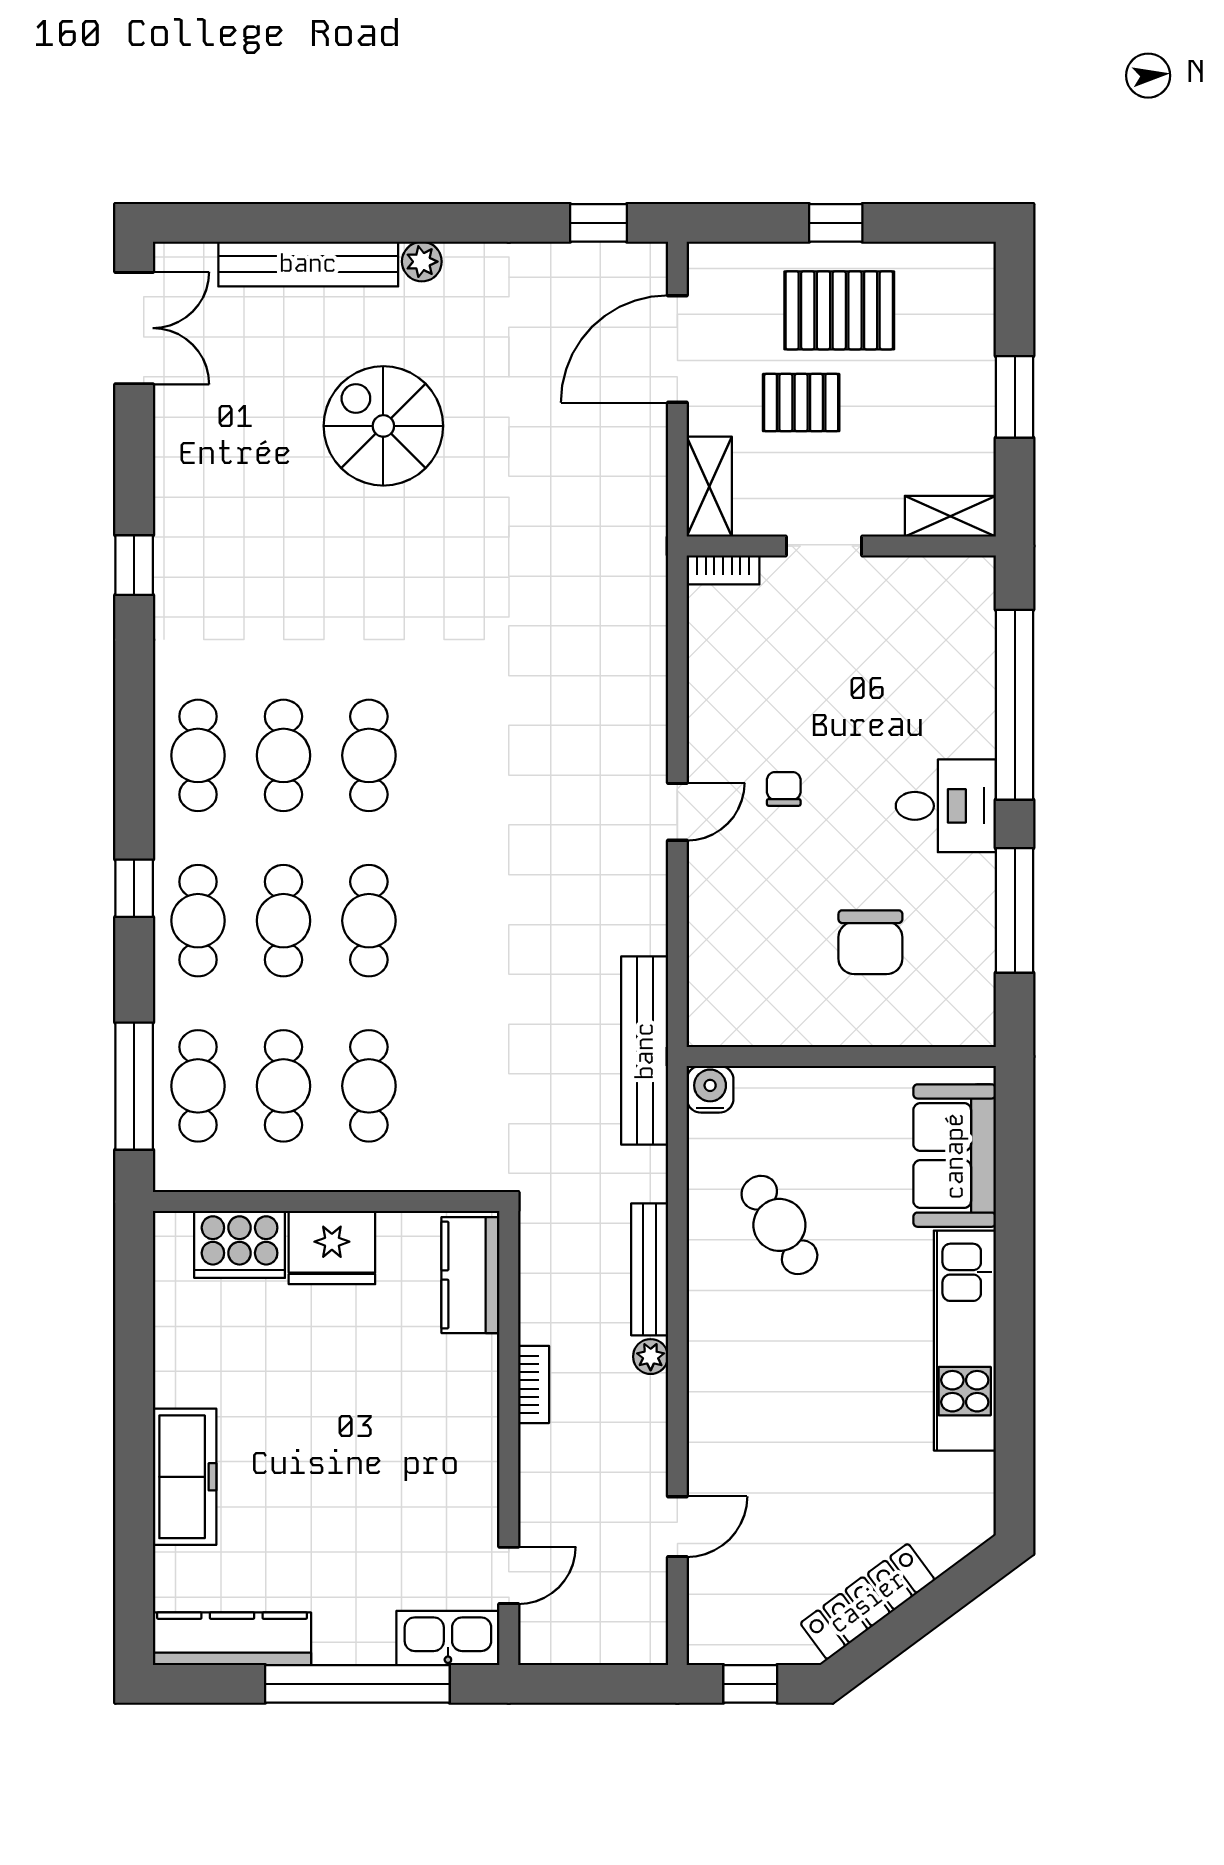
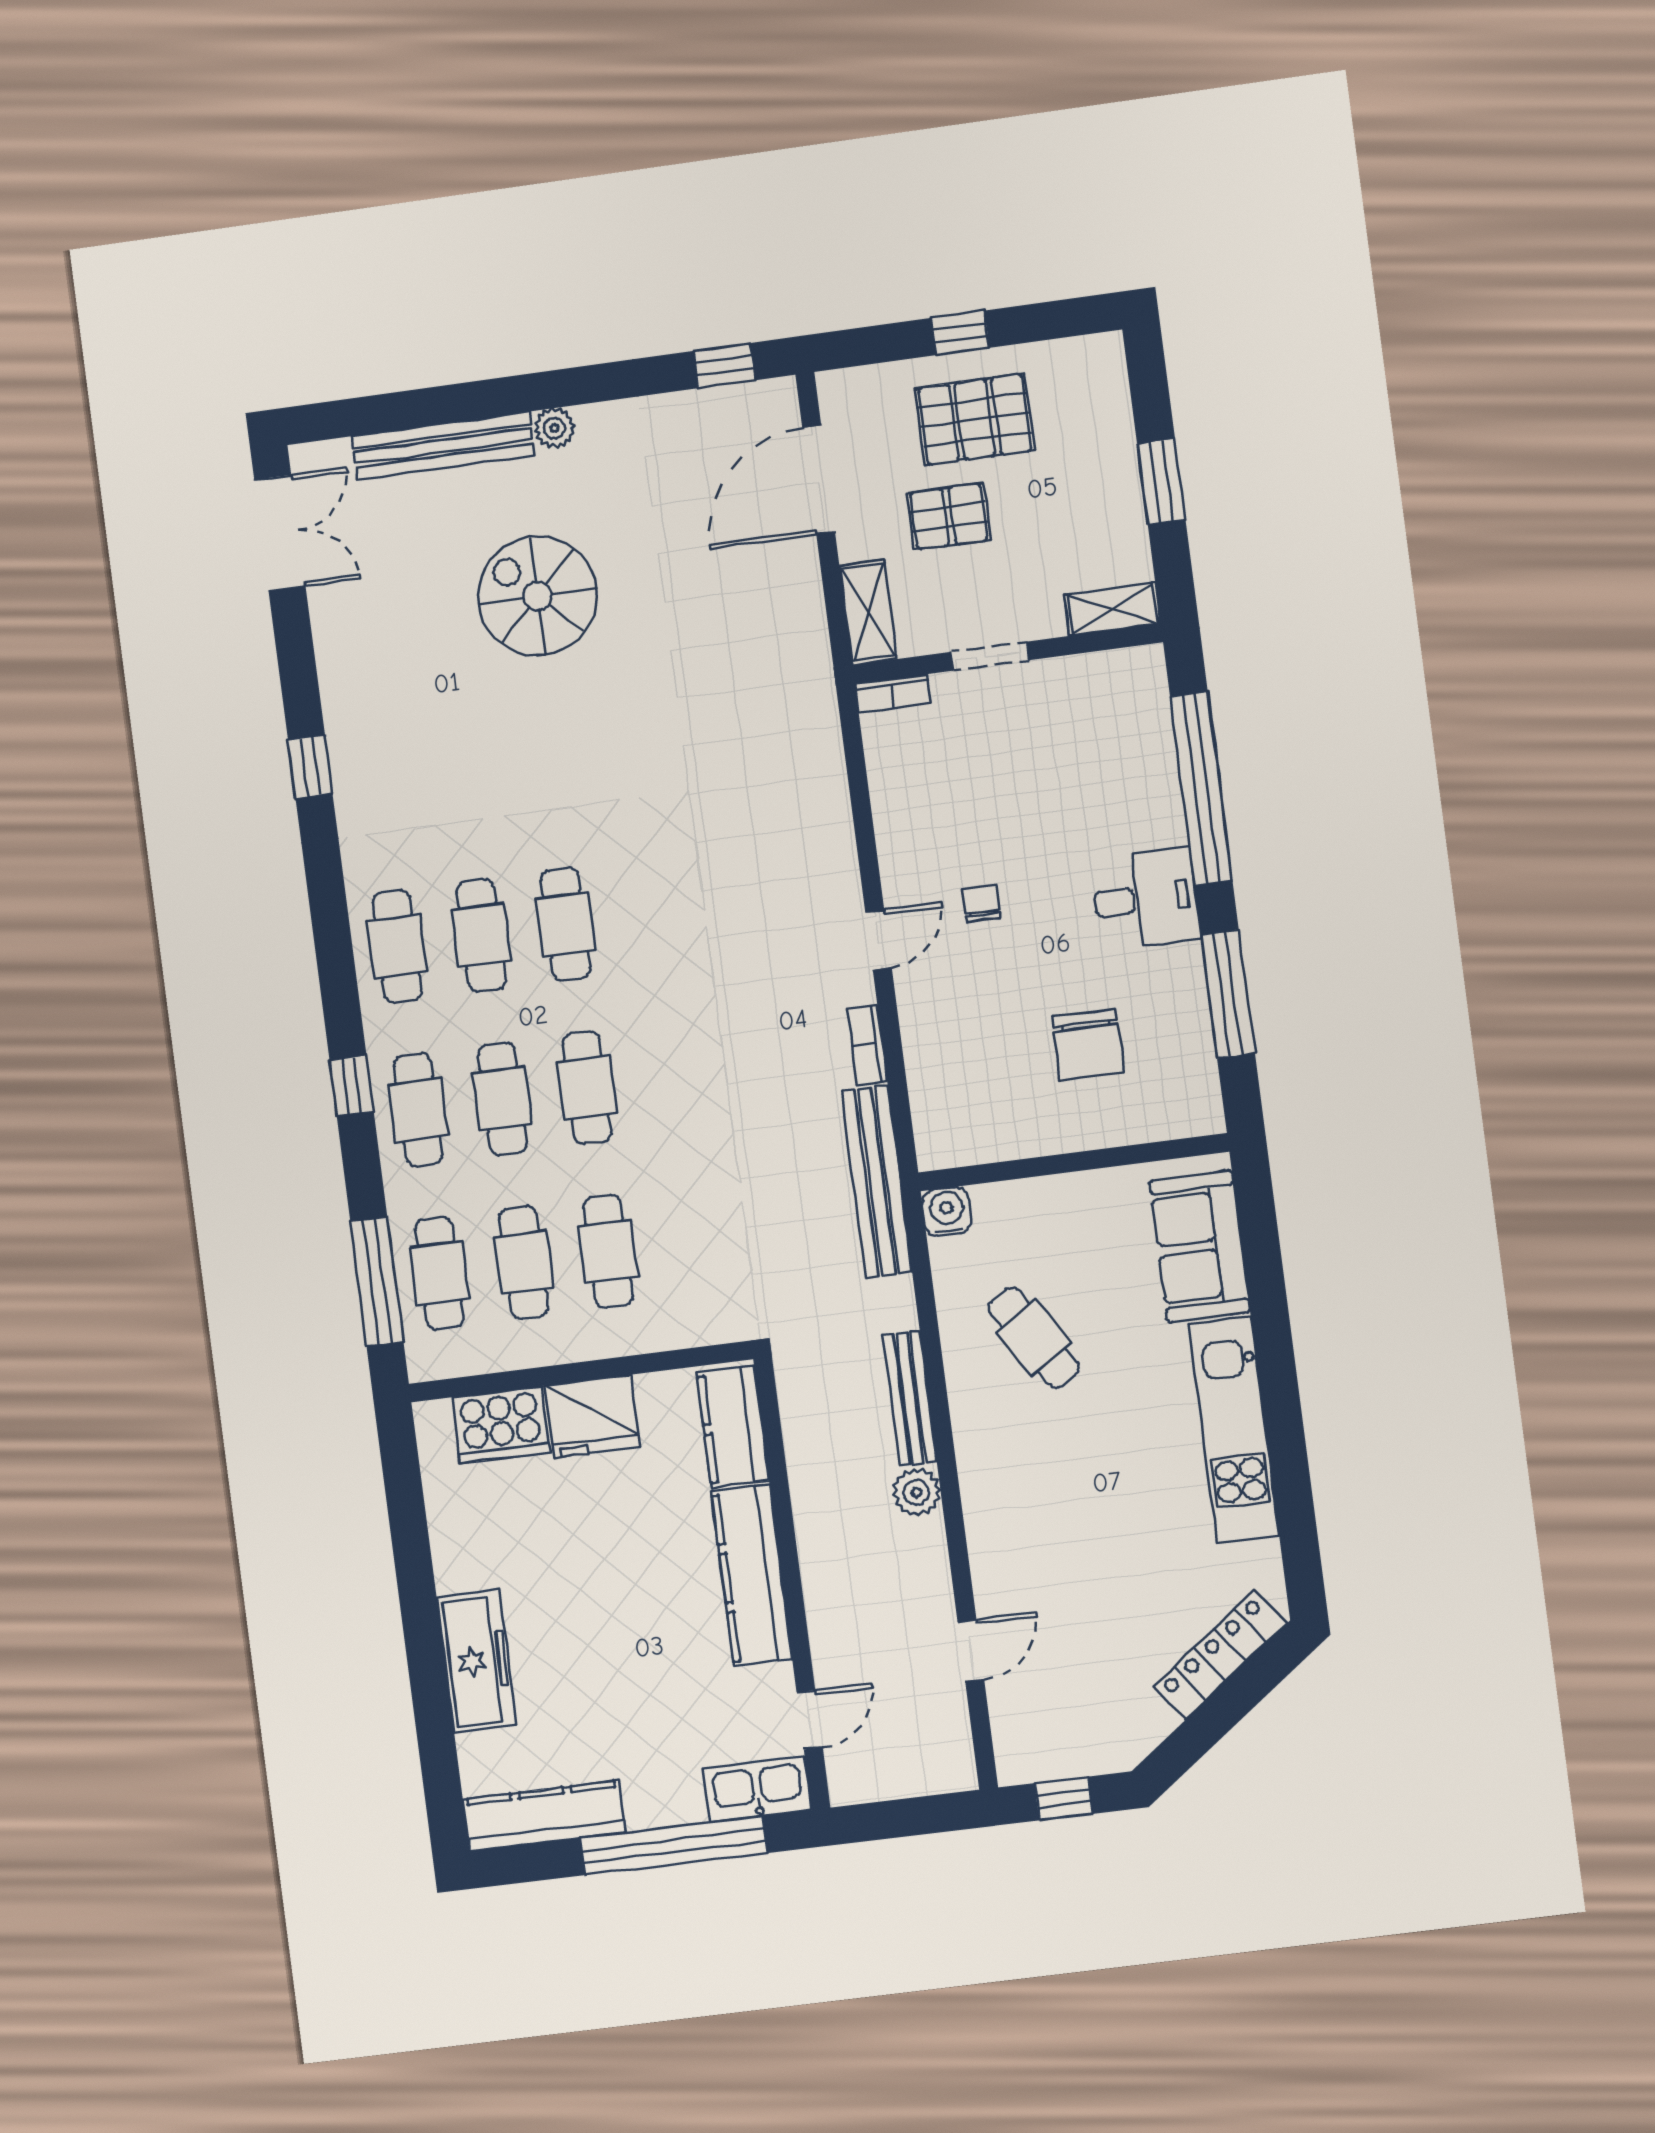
plant: (651, 1357) -> (916, 1492), width x1.38, depth x1.38
bookcase: (534, 1384) -> (867, 1045), moved, turned 180
kitchen counter: (470, 1425) -> (752, 1575), added
locker: (868, 1602) -> (1220, 1655), moved

